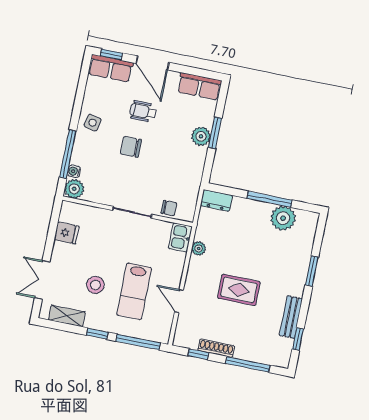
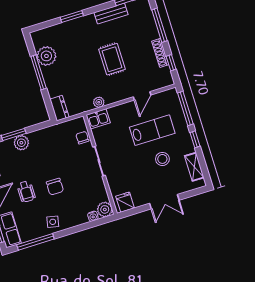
window: (68, 154) -> (35, 242), moved
fridge: (67, 233) -> (125, 202), moved
double door: (42, 280) -> (164, 202), moved

